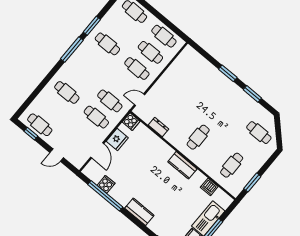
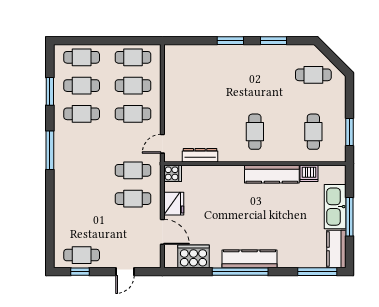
window: (92, 26) -> (50, 91), moved
cafe table: (67, 92) -> (82, 86), moved
dresser: (159, 127) -> (200, 155), width x1.44
kitchen counter: (182, 165) -> (272, 174), width x1.50
cooker: (106, 184) -> (193, 256), width x1.87, depth x1.31
window: (105, 196) -> (240, 272), moved
kitchen counter: (139, 212) -> (249, 259), width x1.50

